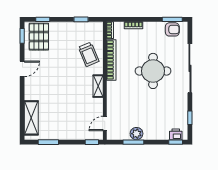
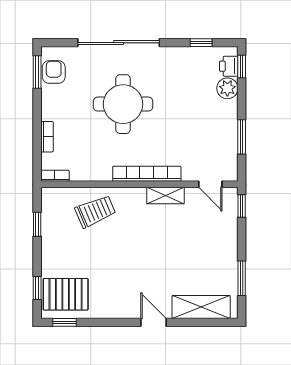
bookcase: (111, 60) -> (147, 174), moved
door: (22, 69) -> (154, 322), moved
shelving: (98, 86) -> (165, 196), moved
plant: (136, 134) -> (227, 88), moved

